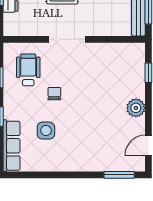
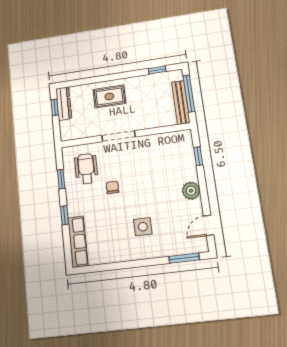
side table: (46, 131) -> (143, 227), moved

